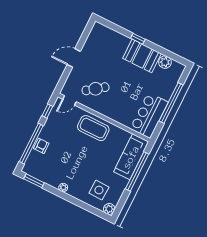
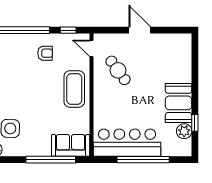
window: (138, 39) -> (195, 123), moved
bar counter: (149, 115) -> (127, 143), width x1.36
armchair: (41, 146) -> (45, 53), moved
sofa: (131, 157) -> (71, 145), width x0.73

